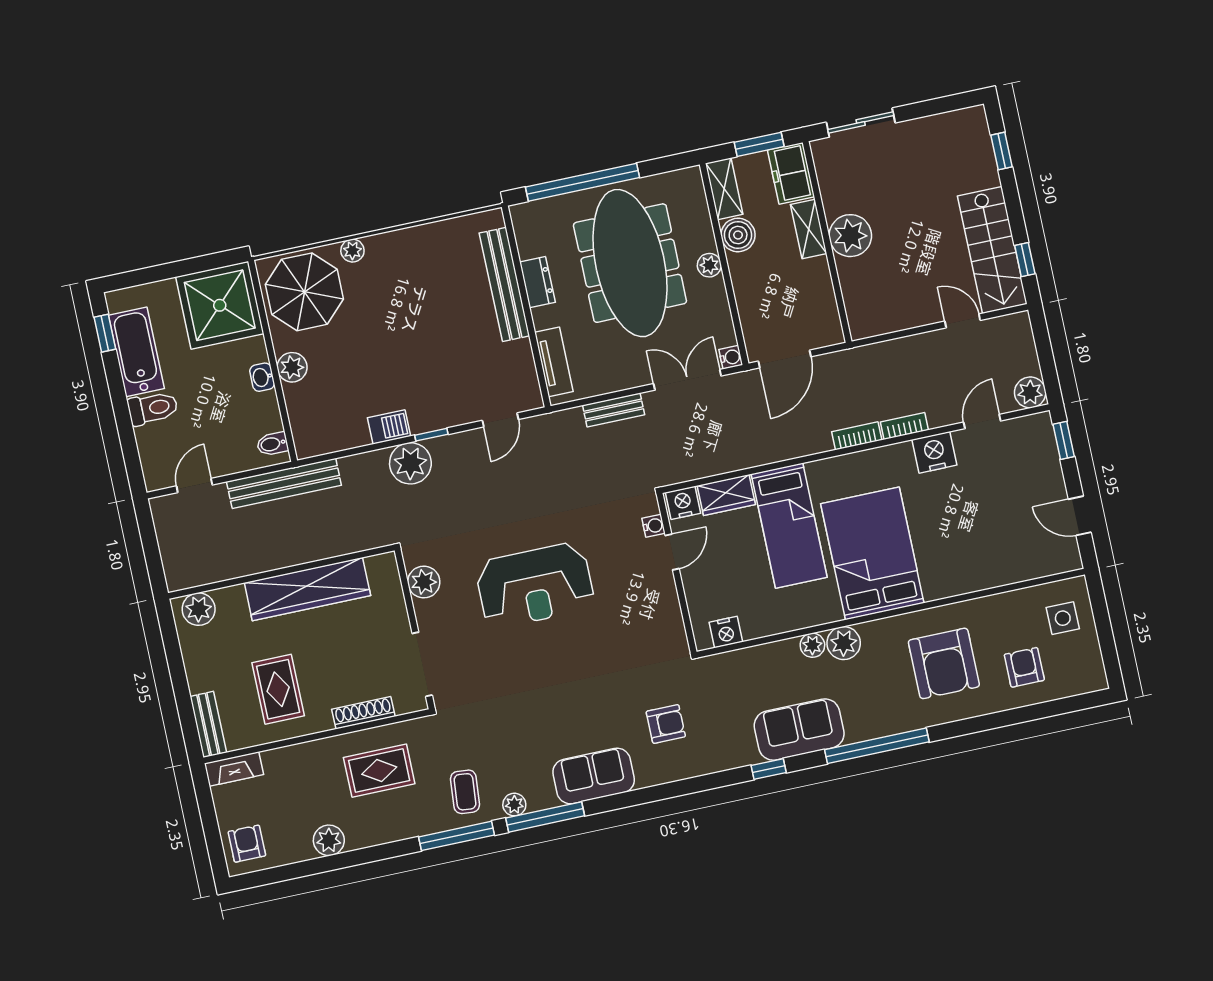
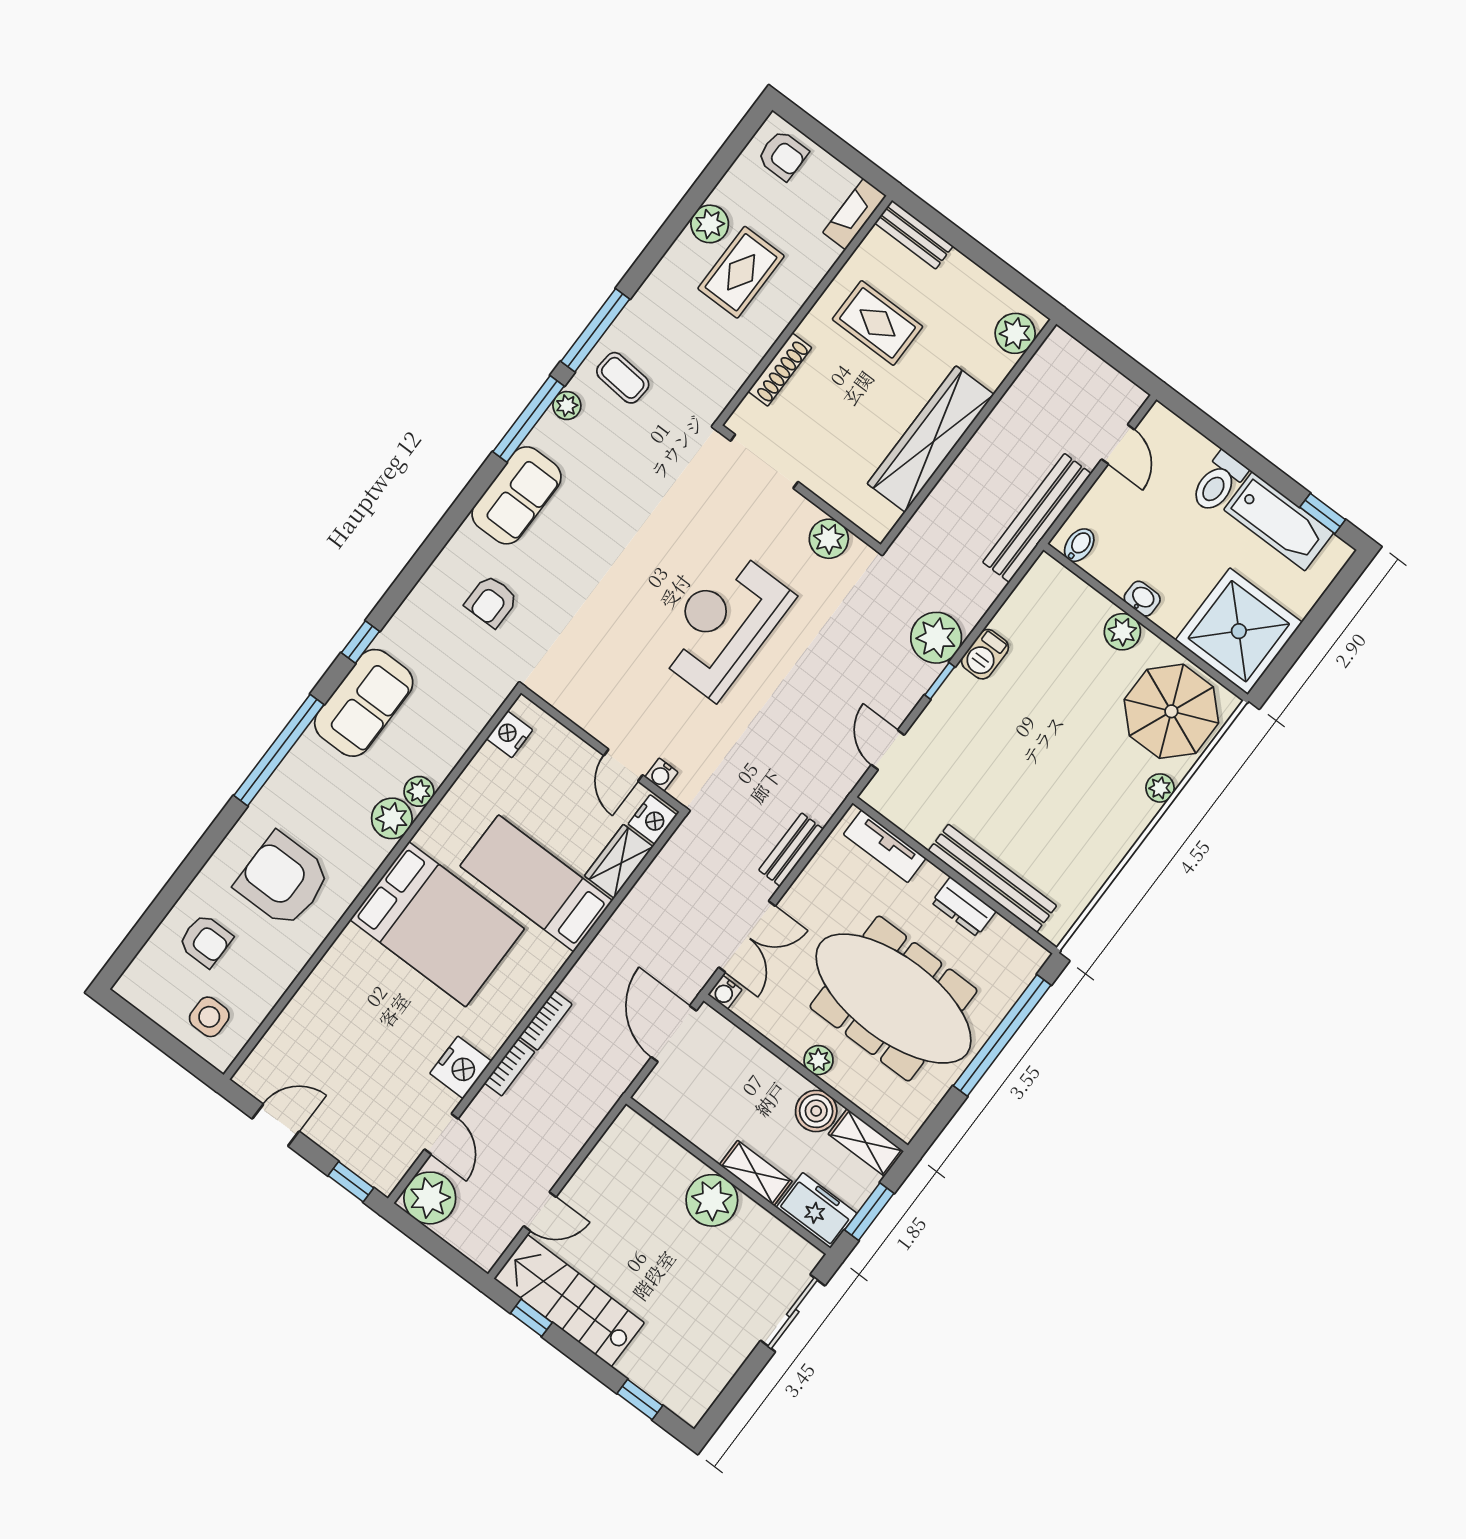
plant: (1030, 392) -> (430, 1198), width x1.36, depth x1.36
rug: (379, 771) -> (741, 272), moved

